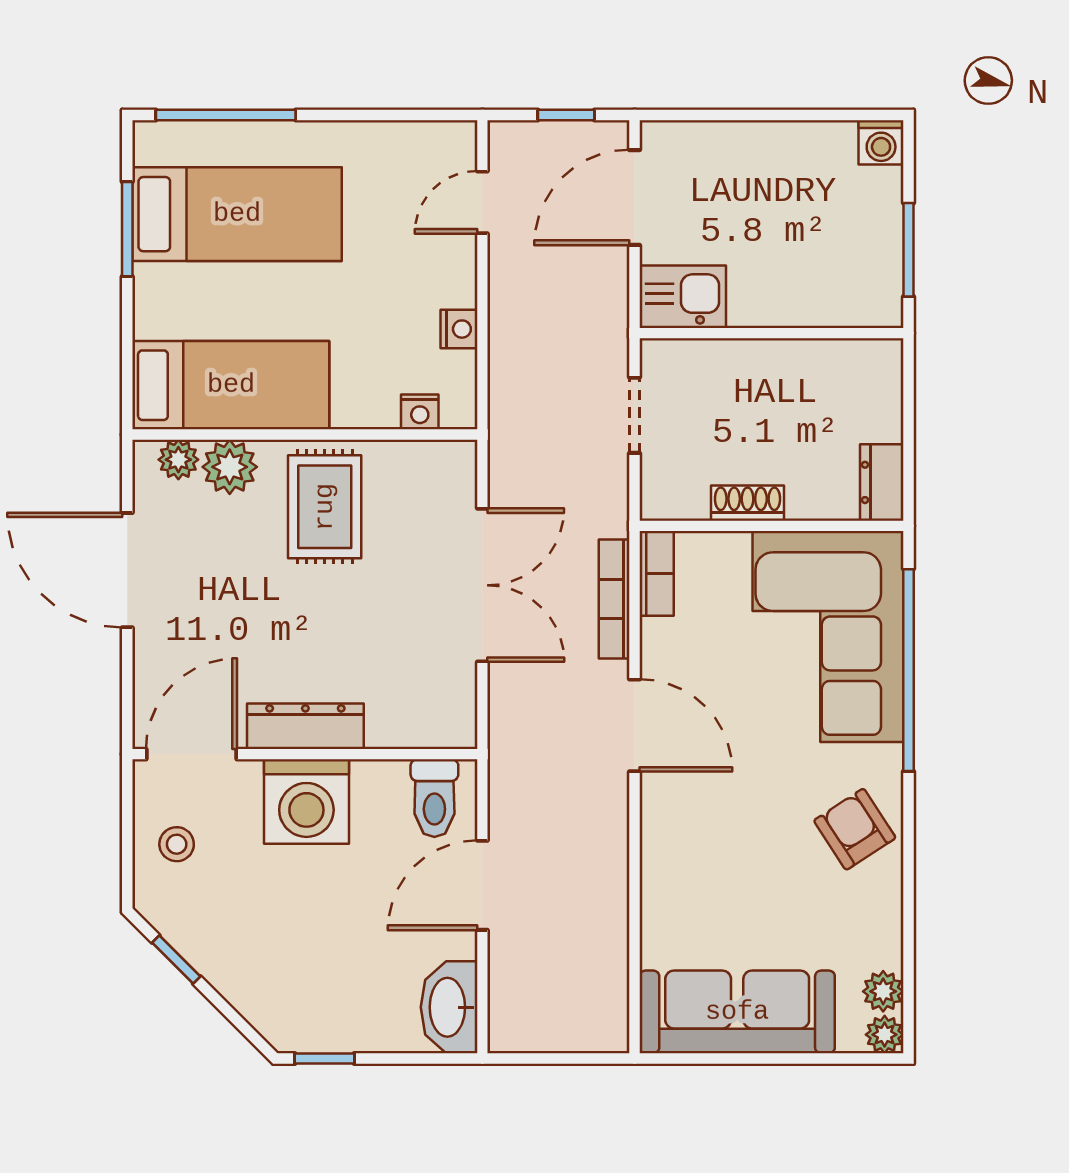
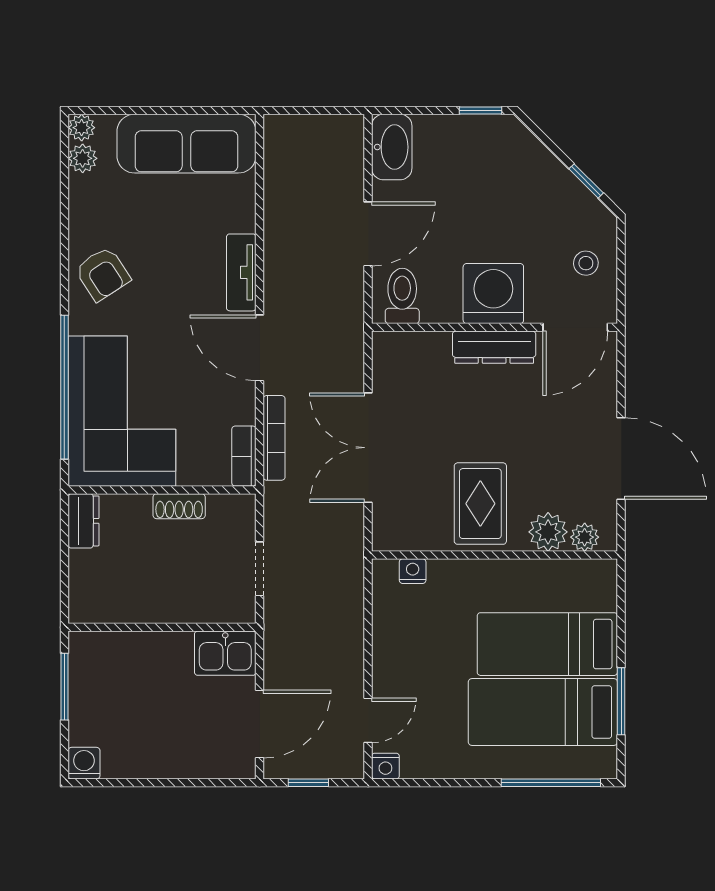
nightstand: (459, 329) -> (385, 766), moved, turned -90
bed: (231, 385) -> (547, 644), moved
tv unit: (660, 831) -> (241, 272), added

